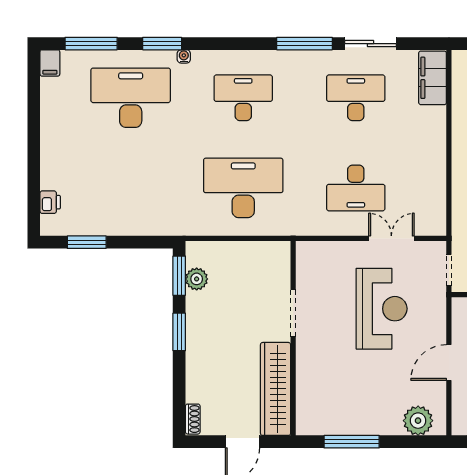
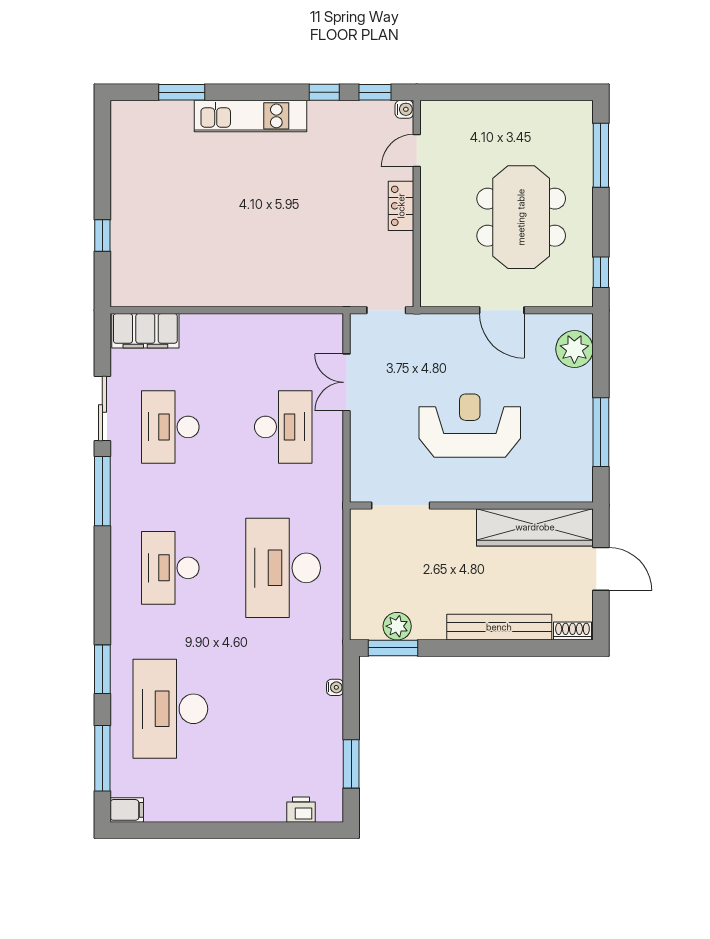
water cooler: (184, 56) -> (335, 687), moved, turned 180
reception desk: (382, 309) -> (470, 426), moved
doorway: (293, 313) -> (401, 505), moved
window: (179, 332) -> (463, 648), removed
bench: (196, 361) -> (499, 627), added

